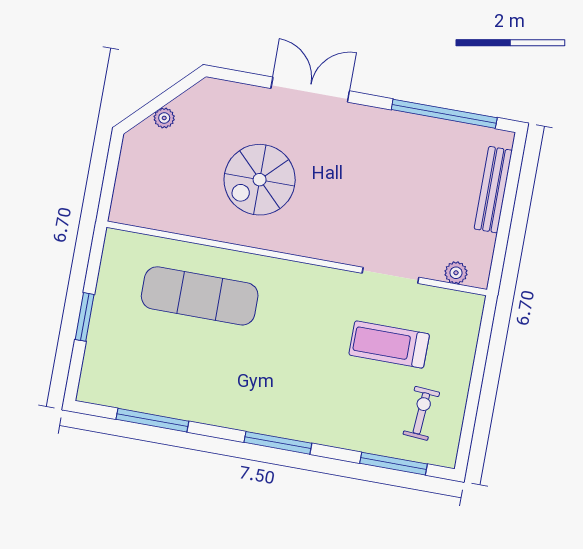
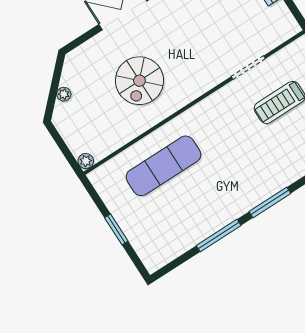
plant: (456, 273) -> (86, 161), moved
window: (152, 420) -> (219, 236), moved

